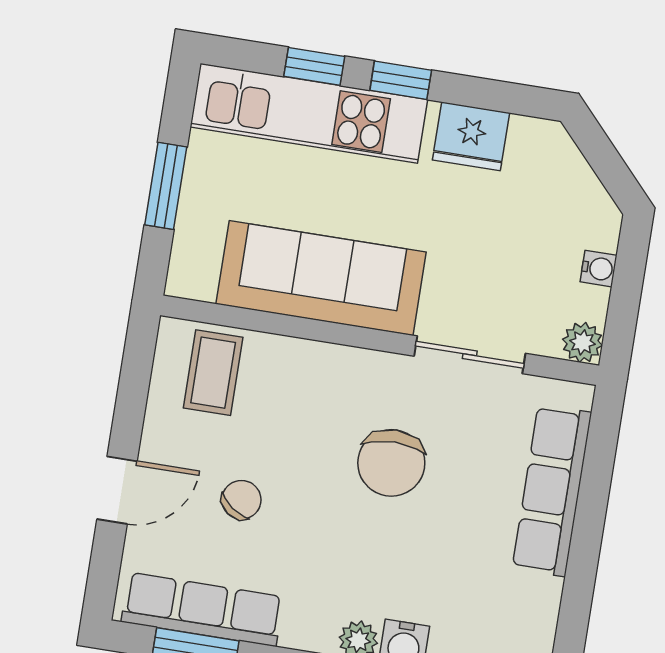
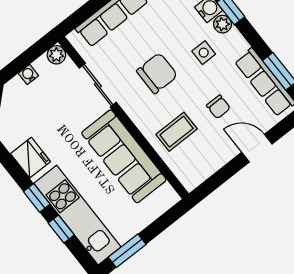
window: (166, 186) -> (127, 251), moved
coffee table: (213, 373) -> (176, 132), moved
chair: (241, 500) -> (218, 107), turned -126
side table: (346, 566) -> (204, 53), added

